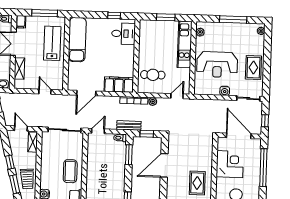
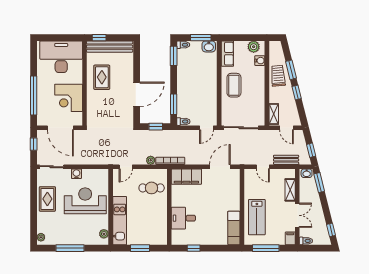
desk: (123, 34) -> (183, 218), moved
exam couch: (77, 40) -> (234, 228), width x0.73, depth x0.69
bench: (129, 125) -> (286, 160), moved

